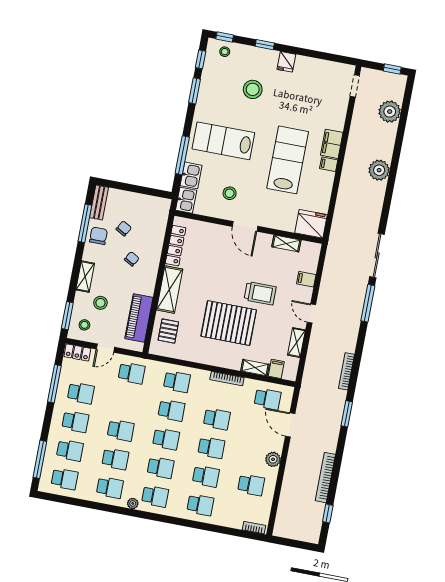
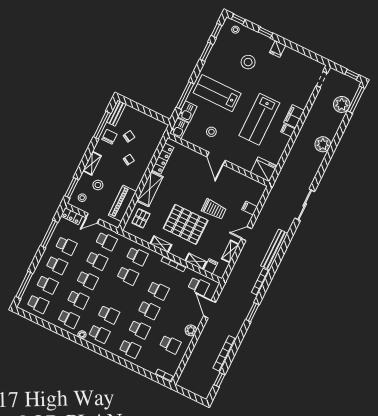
lab bench: (288, 160) -> (259, 119), turned 180
shelving: (286, 243) -> (161, 244), moved
window: (368, 303) -> (356, 100), moved
door: (311, 314) -> (247, 234), hinge flipped
bench: (353, 325) -> (274, 250), added
school desk: (166, 439) -> (97, 261), moved

